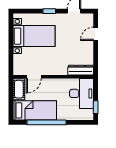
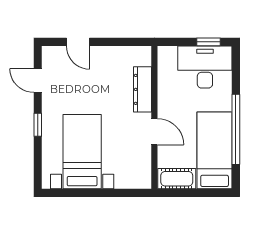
dresser: (81, 70) -> (143, 89), moved
door: (34, 77) -> (154, 132), moved
desk: (82, 93) -> (205, 67), moved

